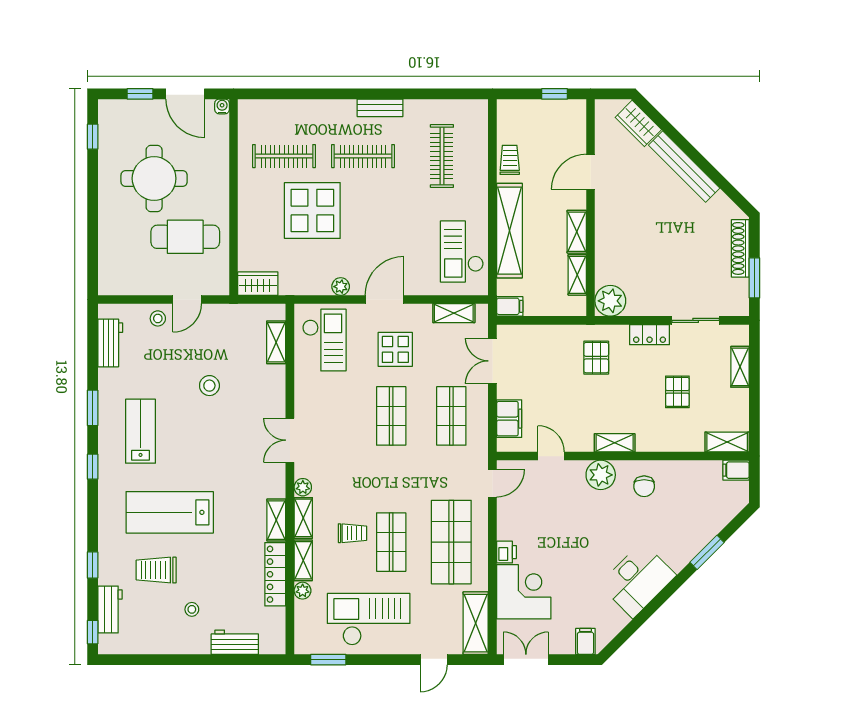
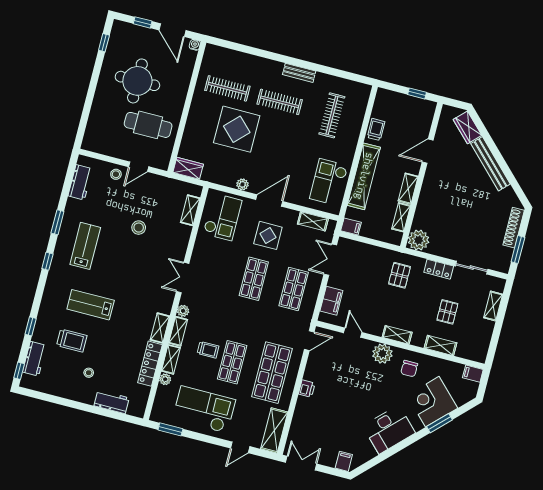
shelving: (727, 442) -> (441, 345), moved
lab bench: (170, 512) -> (91, 305), width x0.73, depth x0.72
trolley: (156, 570) -> (72, 341), turned 180
corner desk: (524, 592) -> (432, 402), moved, turned -135

